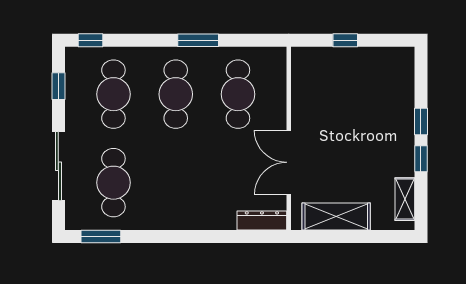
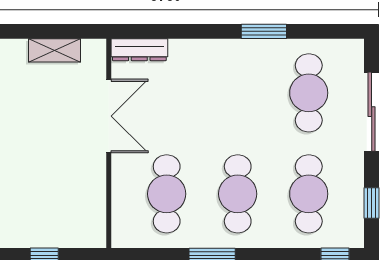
shelving: (336, 216) -> (55, 50), width x0.67, depth x0.75
window: (101, 236) -> (264, 31), moved

